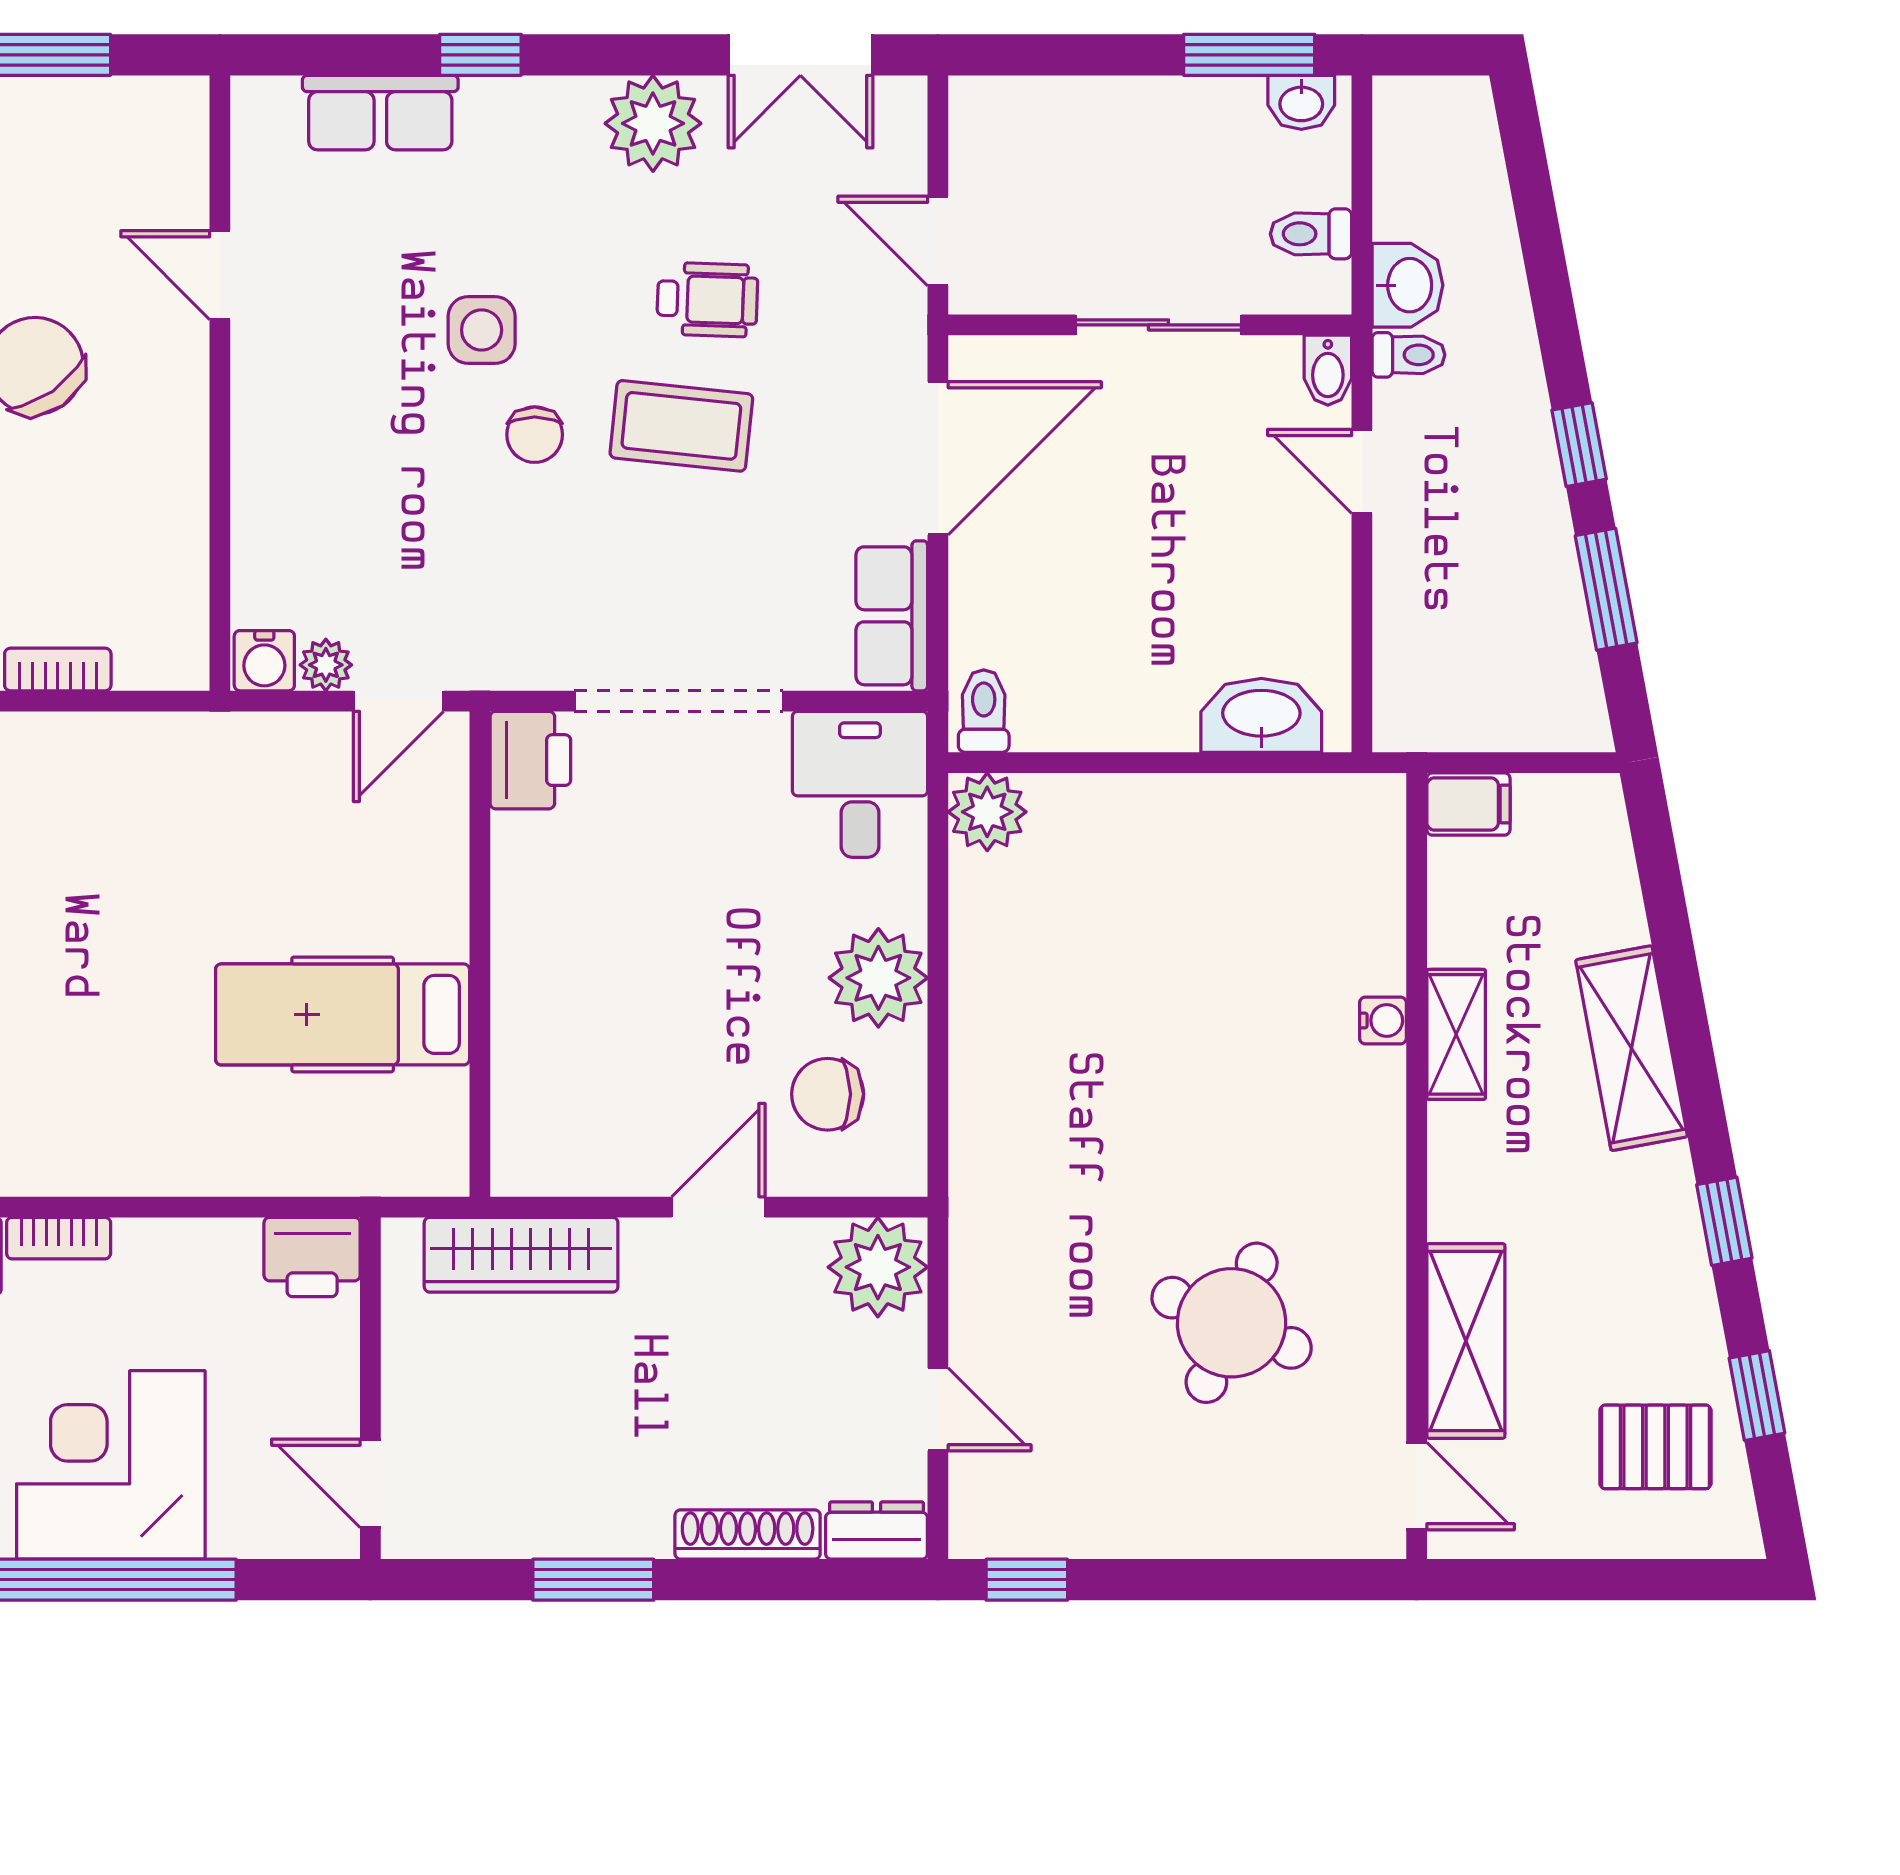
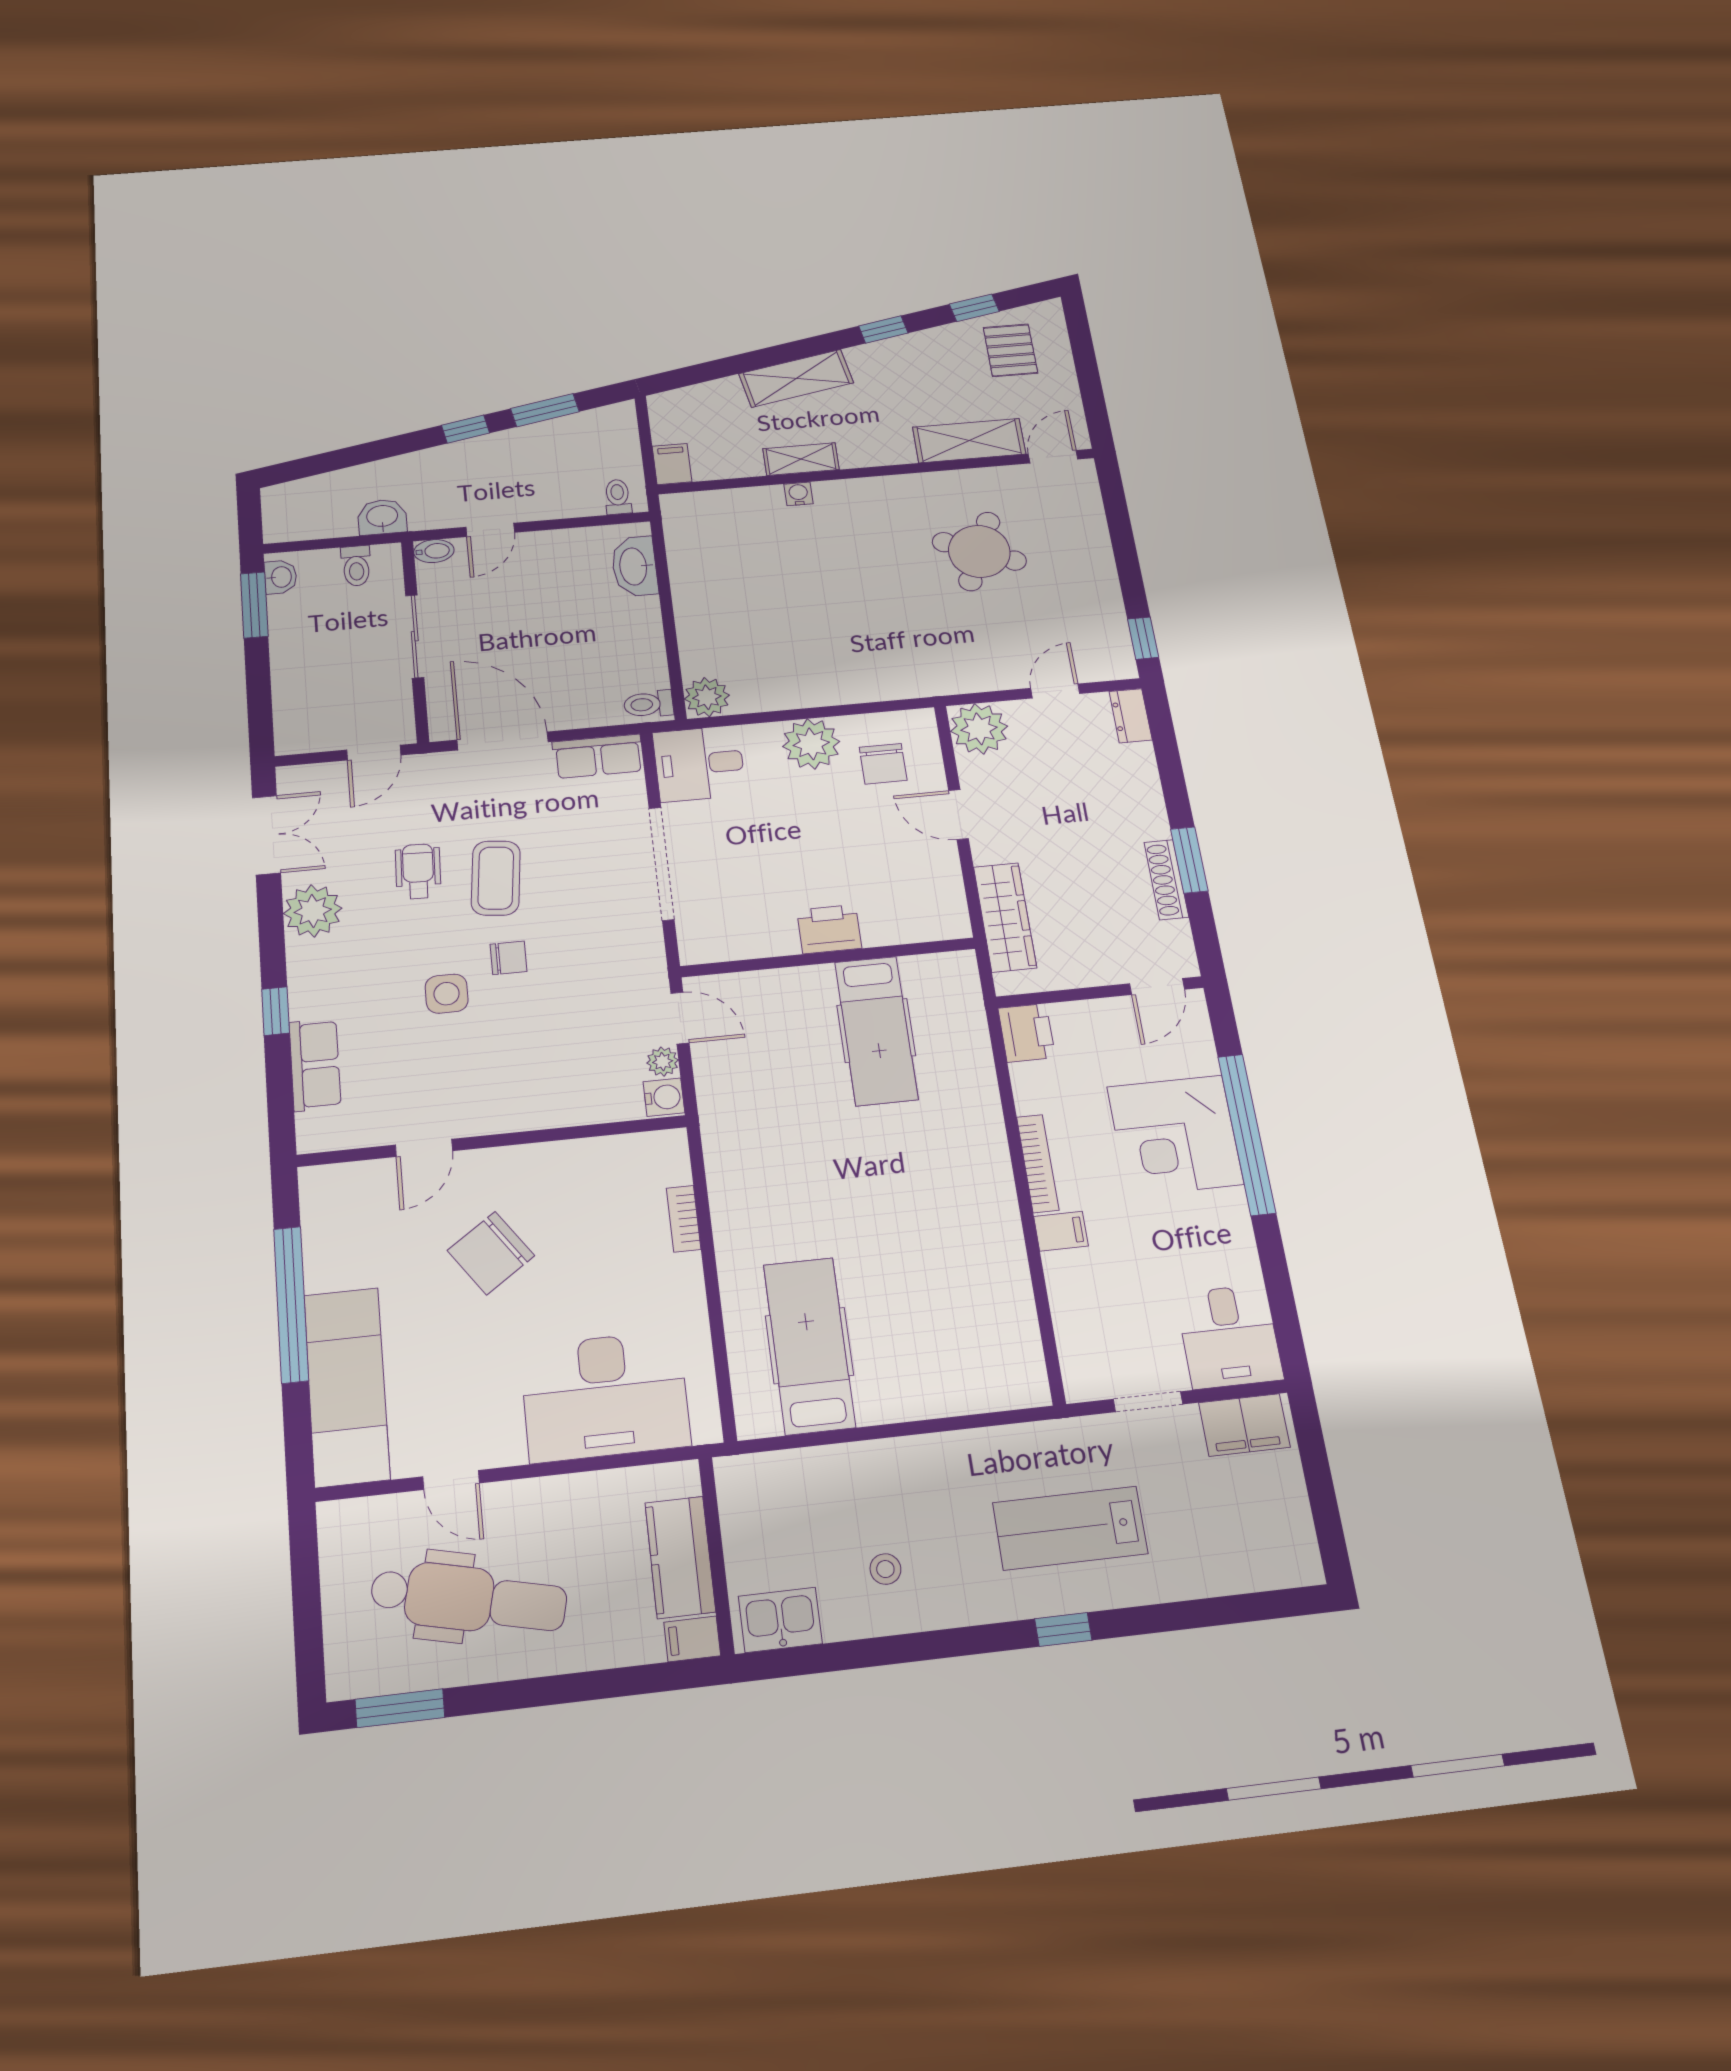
toilet: (1408, 355) -> (618, 497), moved
printer: (530, 760) -> (829, 929), moved
bookcase: (59, 1238) -> (1038, 1163), width x1.56
shoe rack: (748, 1534) -> (1166, 880), moved

